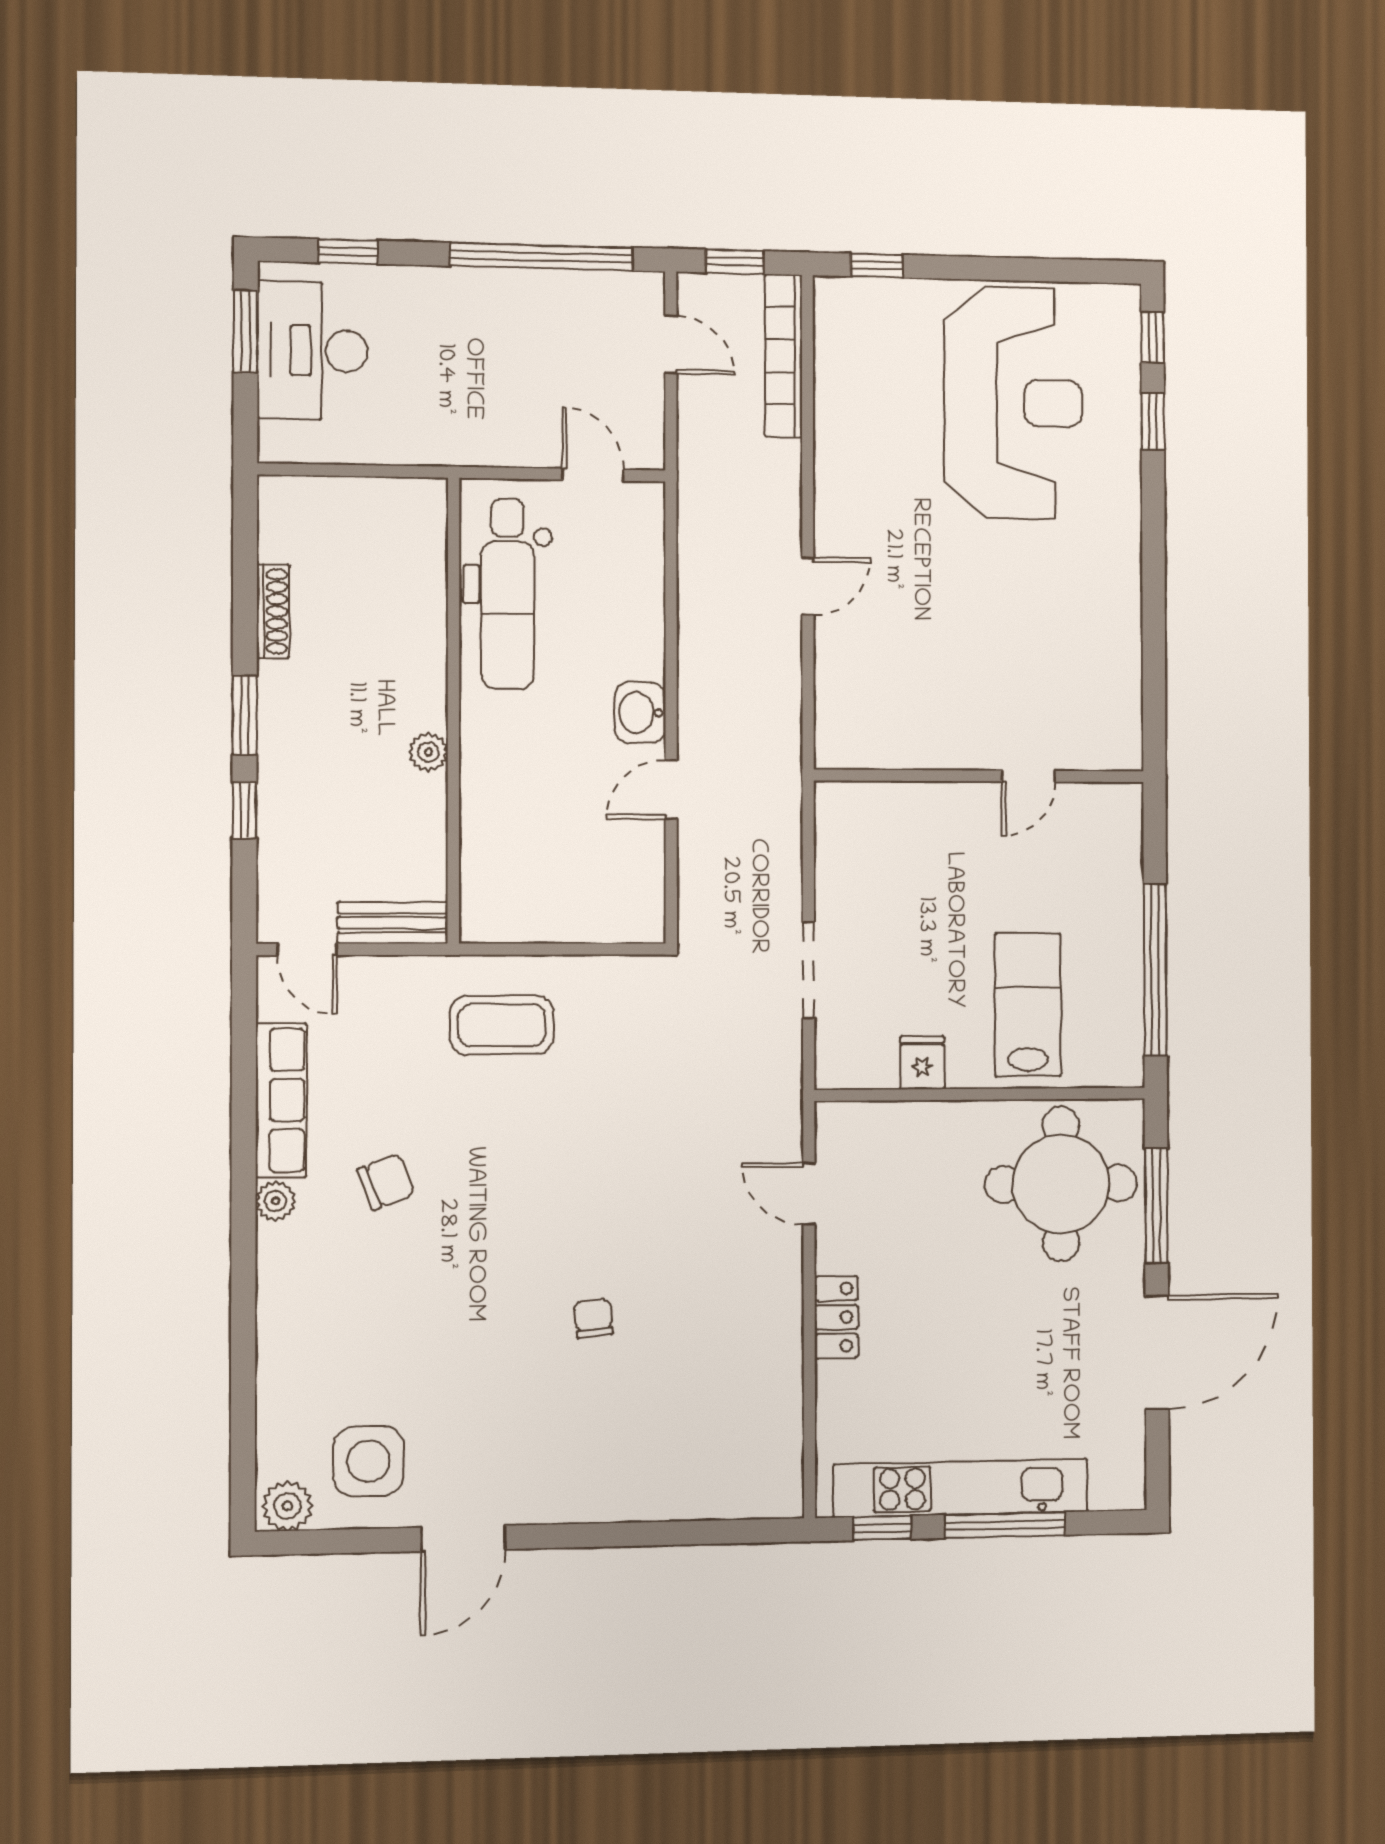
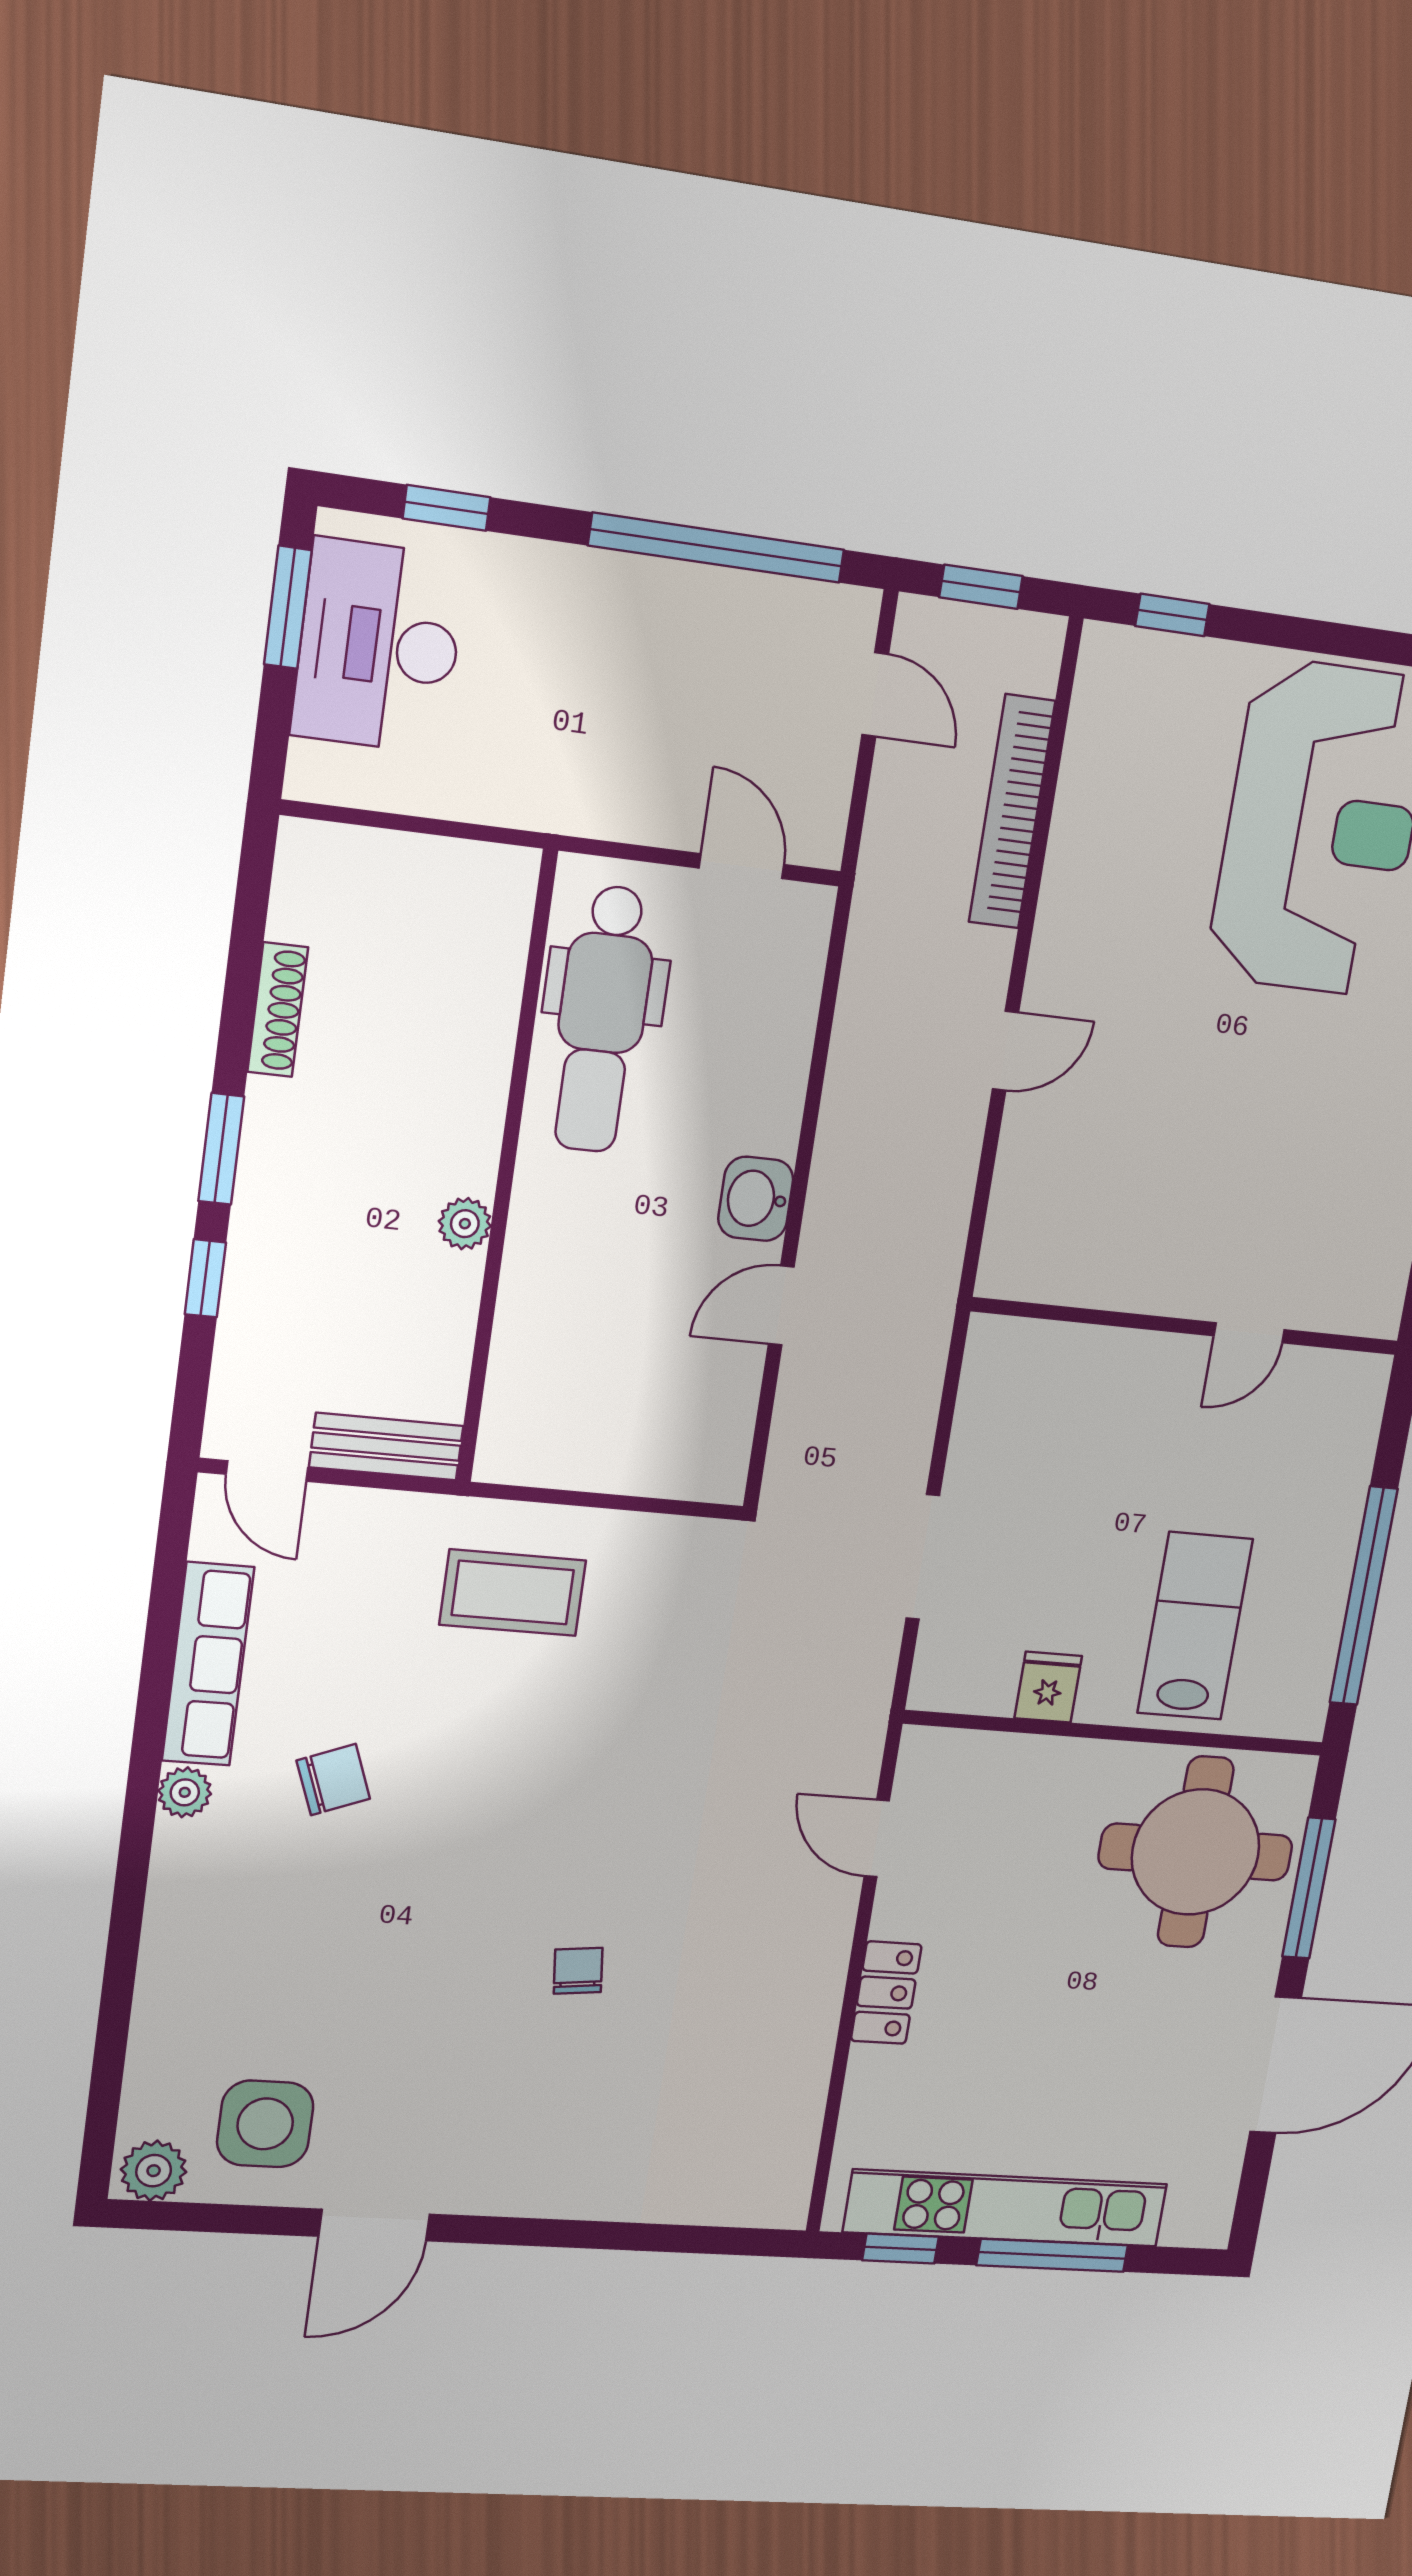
bookcase: (784, 356) -> (1012, 812), moved

